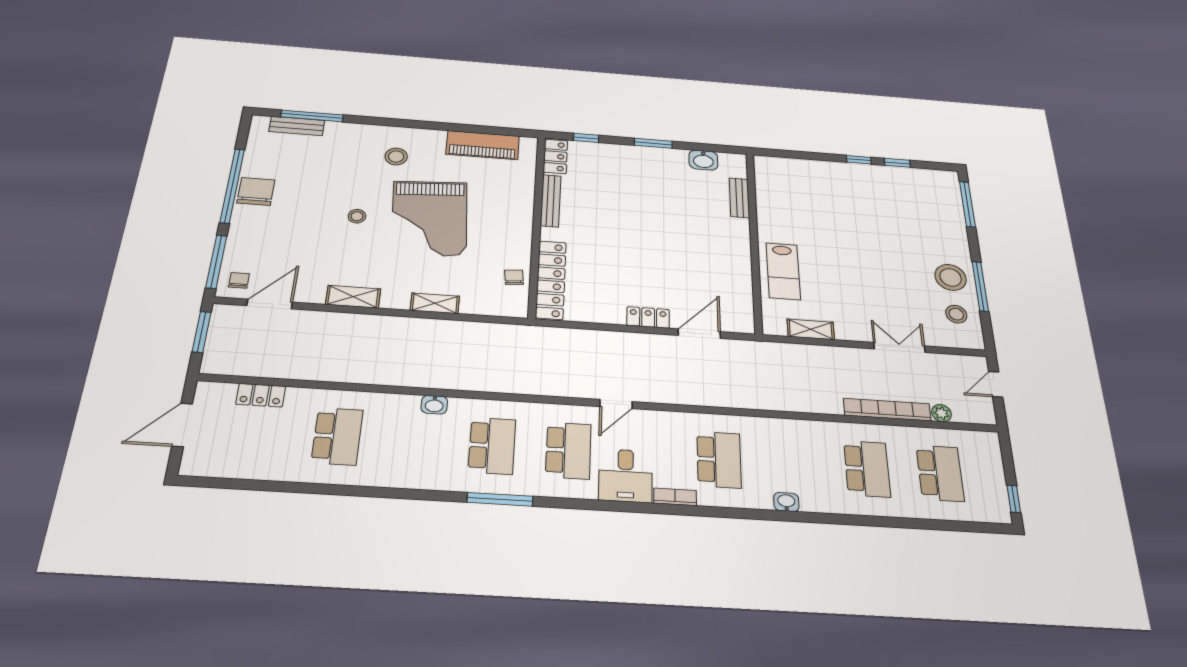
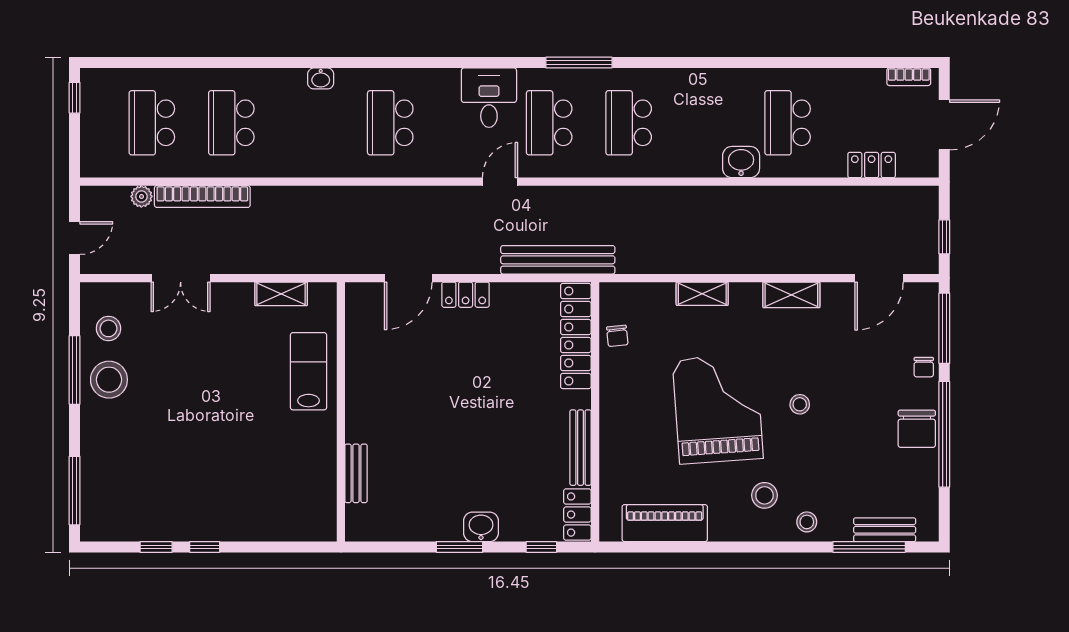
stool: (362, 136) -> (807, 522), added
washbasin: (703, 160) -> (481, 527), moved
chair: (239, 280) -> (924, 367), moved
window: (202, 332) -> (944, 237), width x0.67
bench: (565, 338) -> (558, 260), added
washbasin: (434, 405) -> (741, 162), moved, width x1.38, depth x1.45
bookcase: (675, 497) -> (909, 77), moved
window: (500, 499) -> (579, 63), moved

